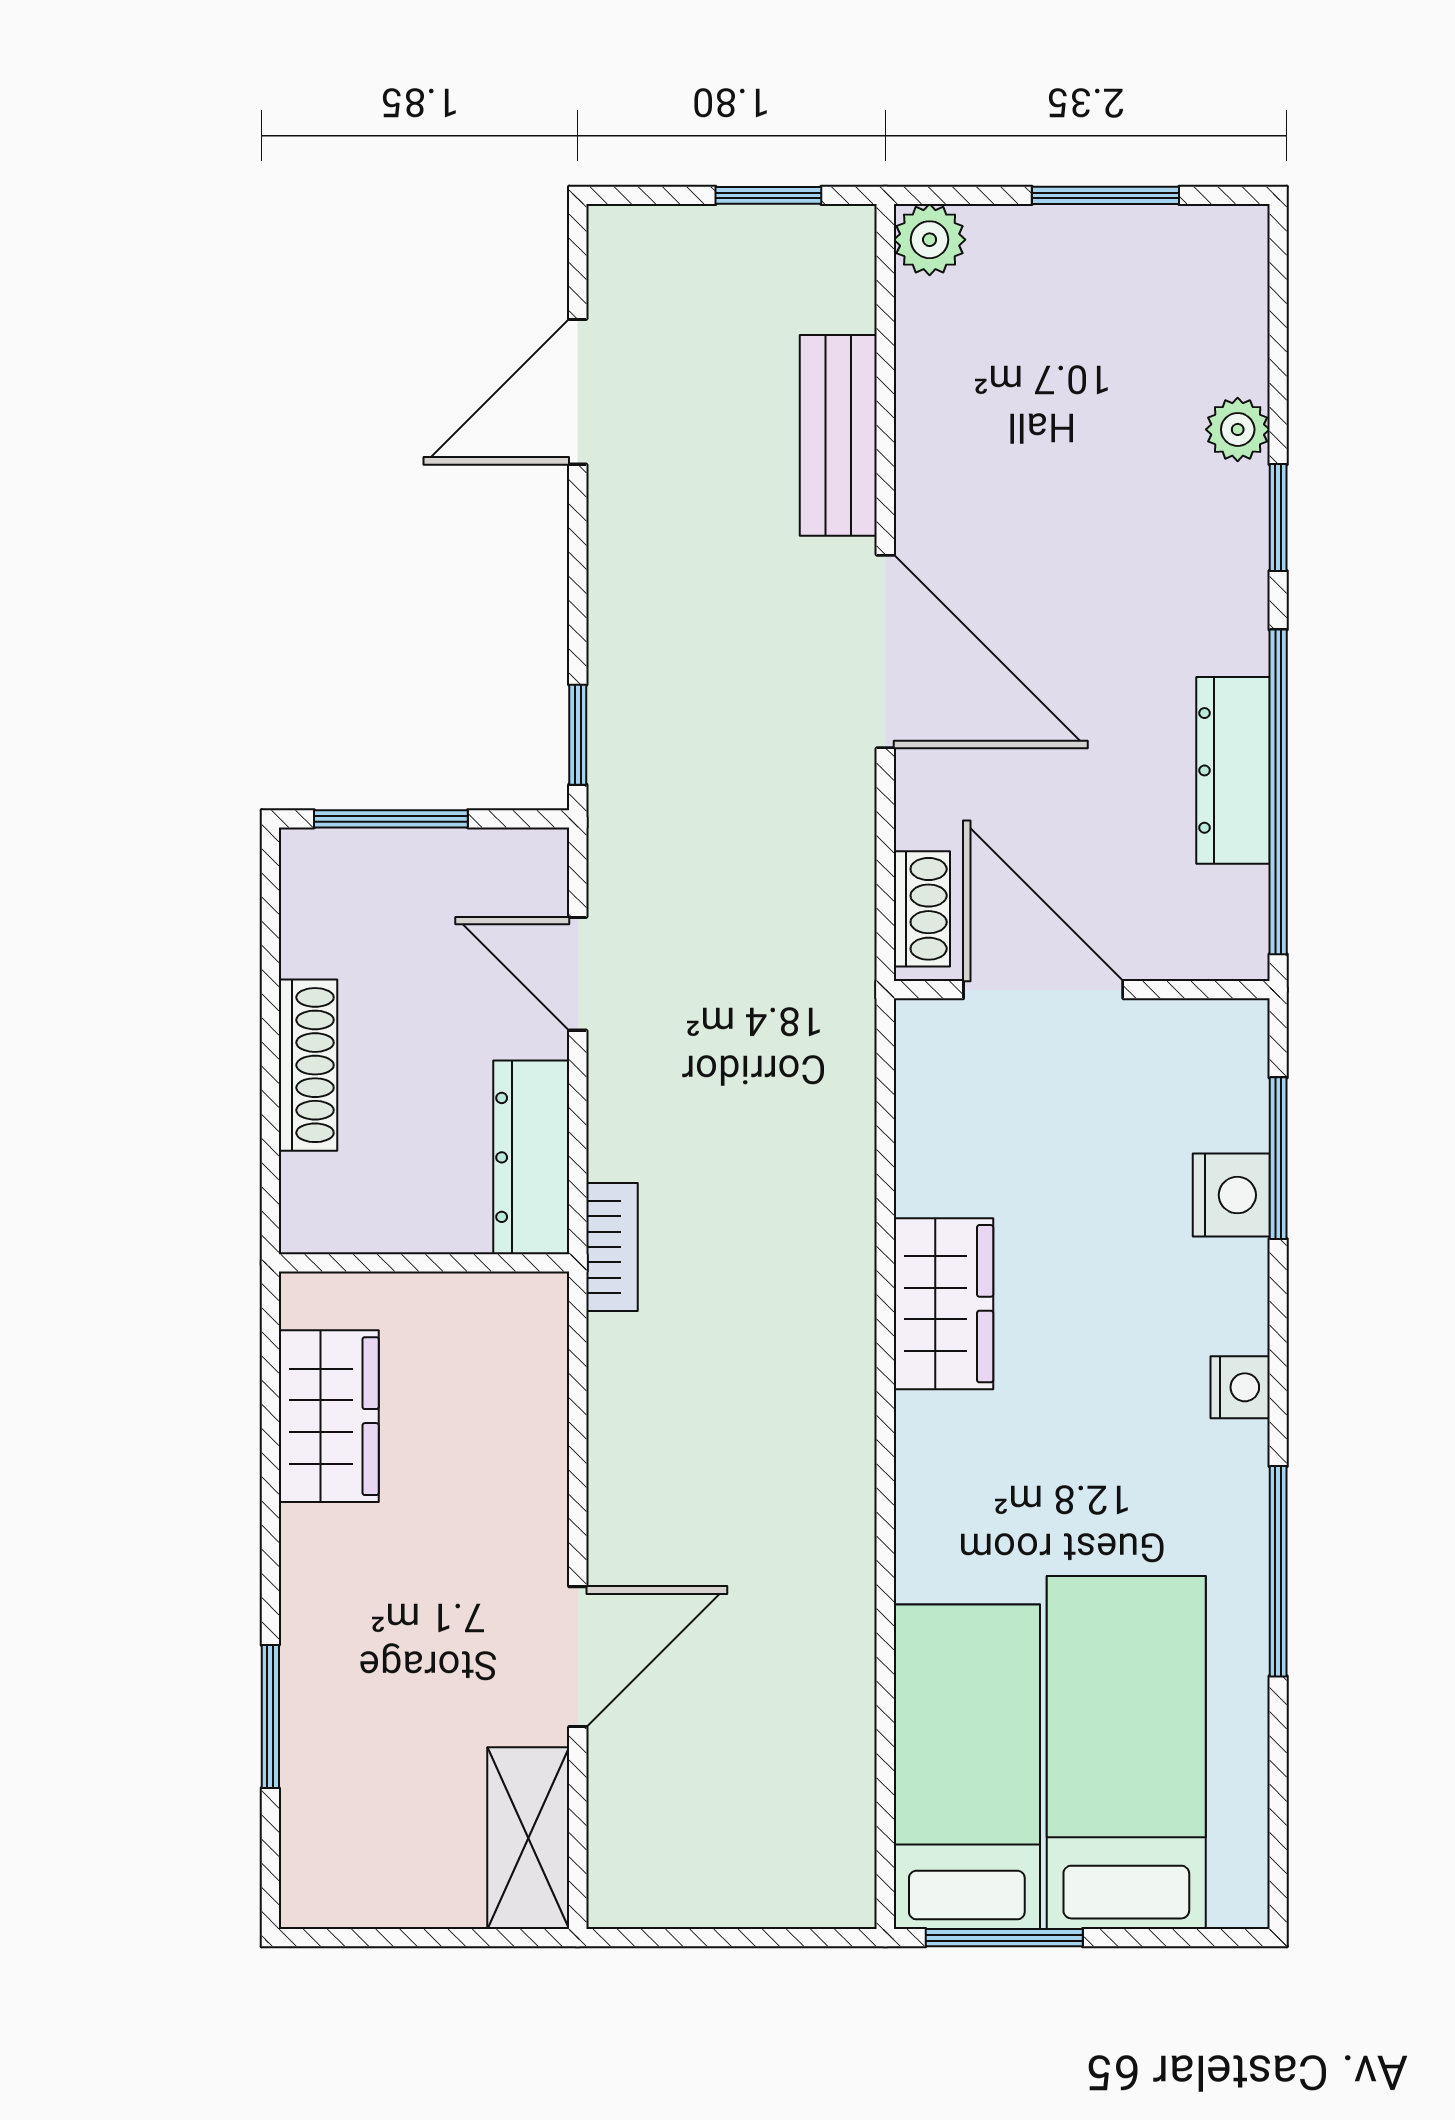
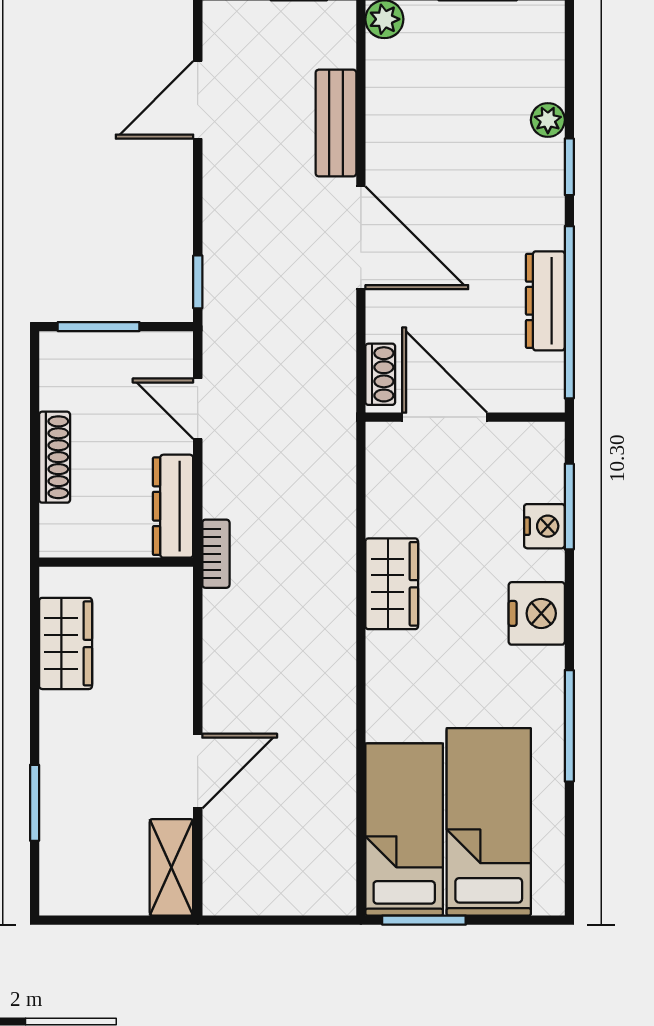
nightstand: (1240, 1387) -> (537, 613), width x1.89, depth x1.79

